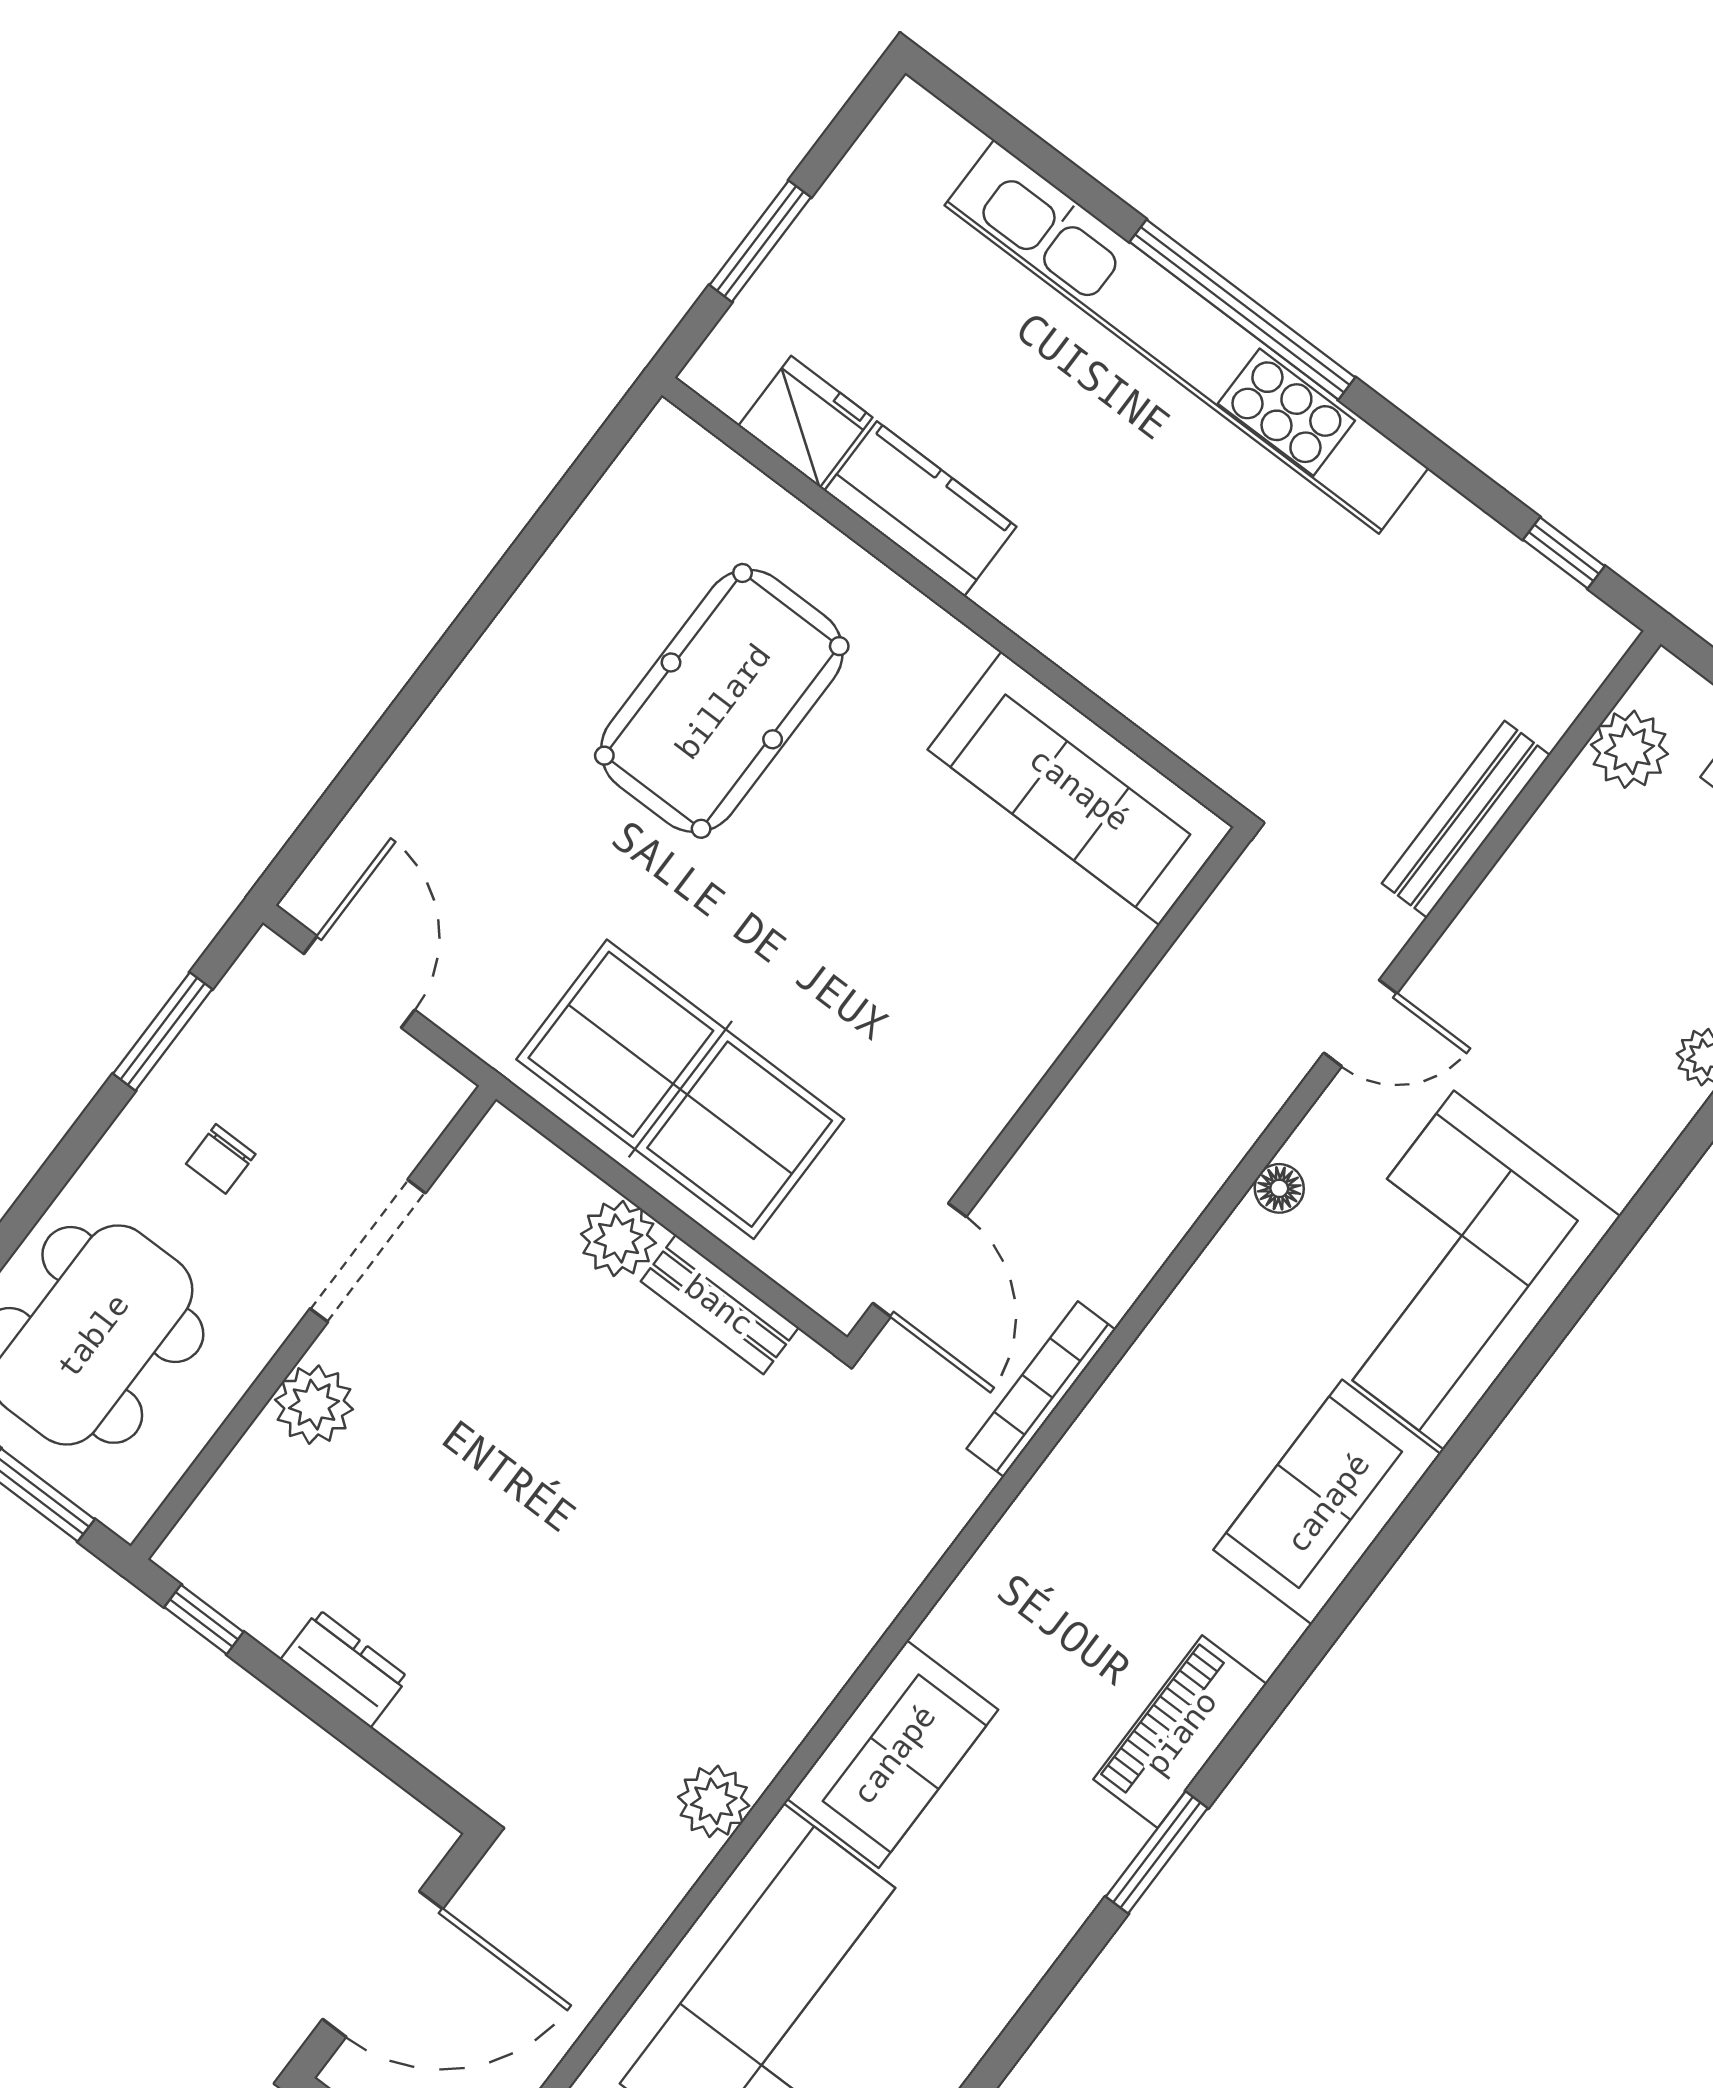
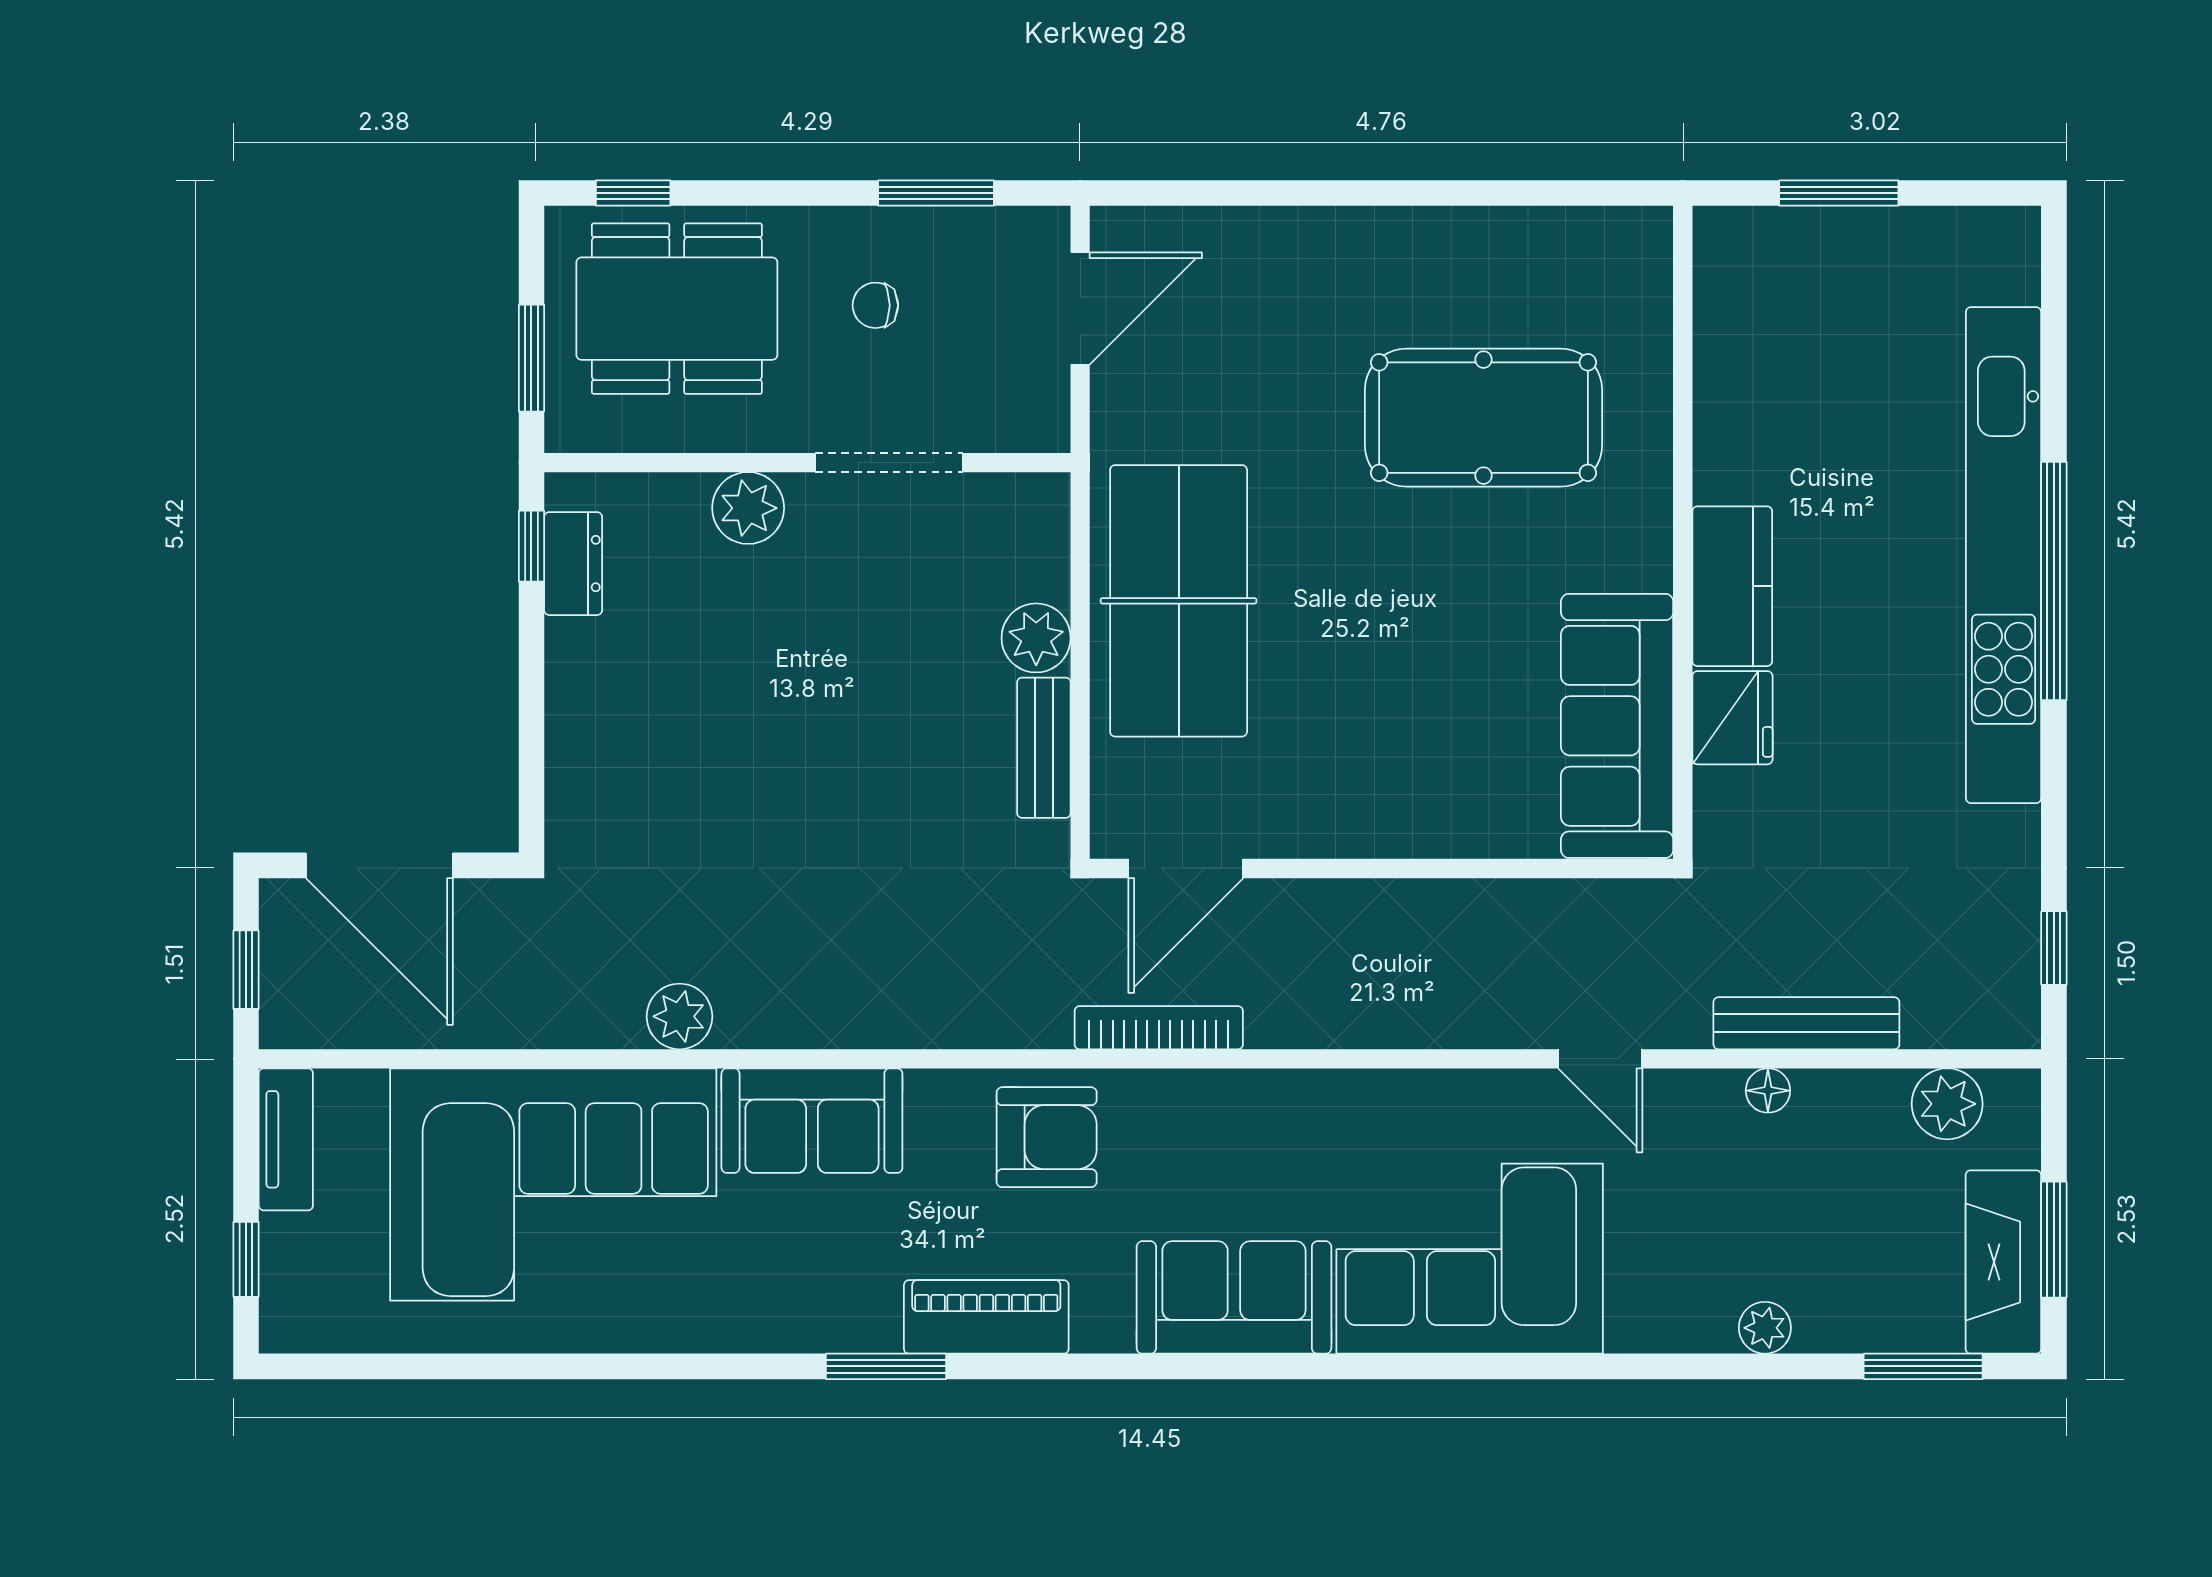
fridge: (805, 422) -> (1732, 718), moved
kitchen counter: (920, 509) -> (1732, 586), moved
floor lamp: (1279, 1188) -> (1768, 1091), moved
armchair: (1063, 1560) -> (1047, 1137), added
dresser: (344, 1668) -> (573, 564), moved

